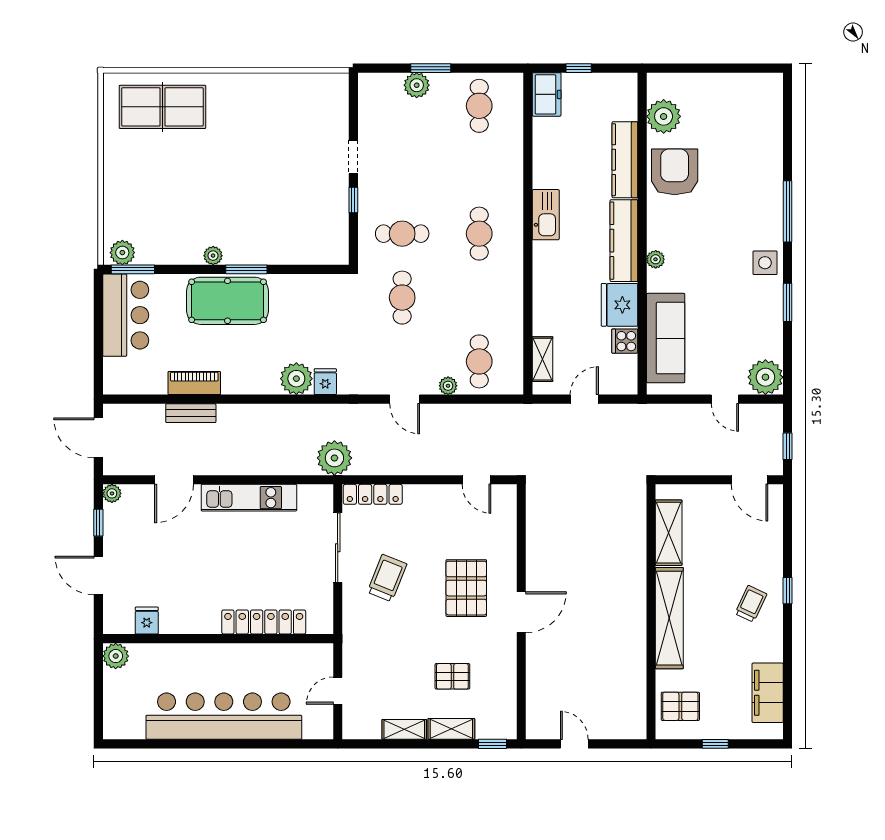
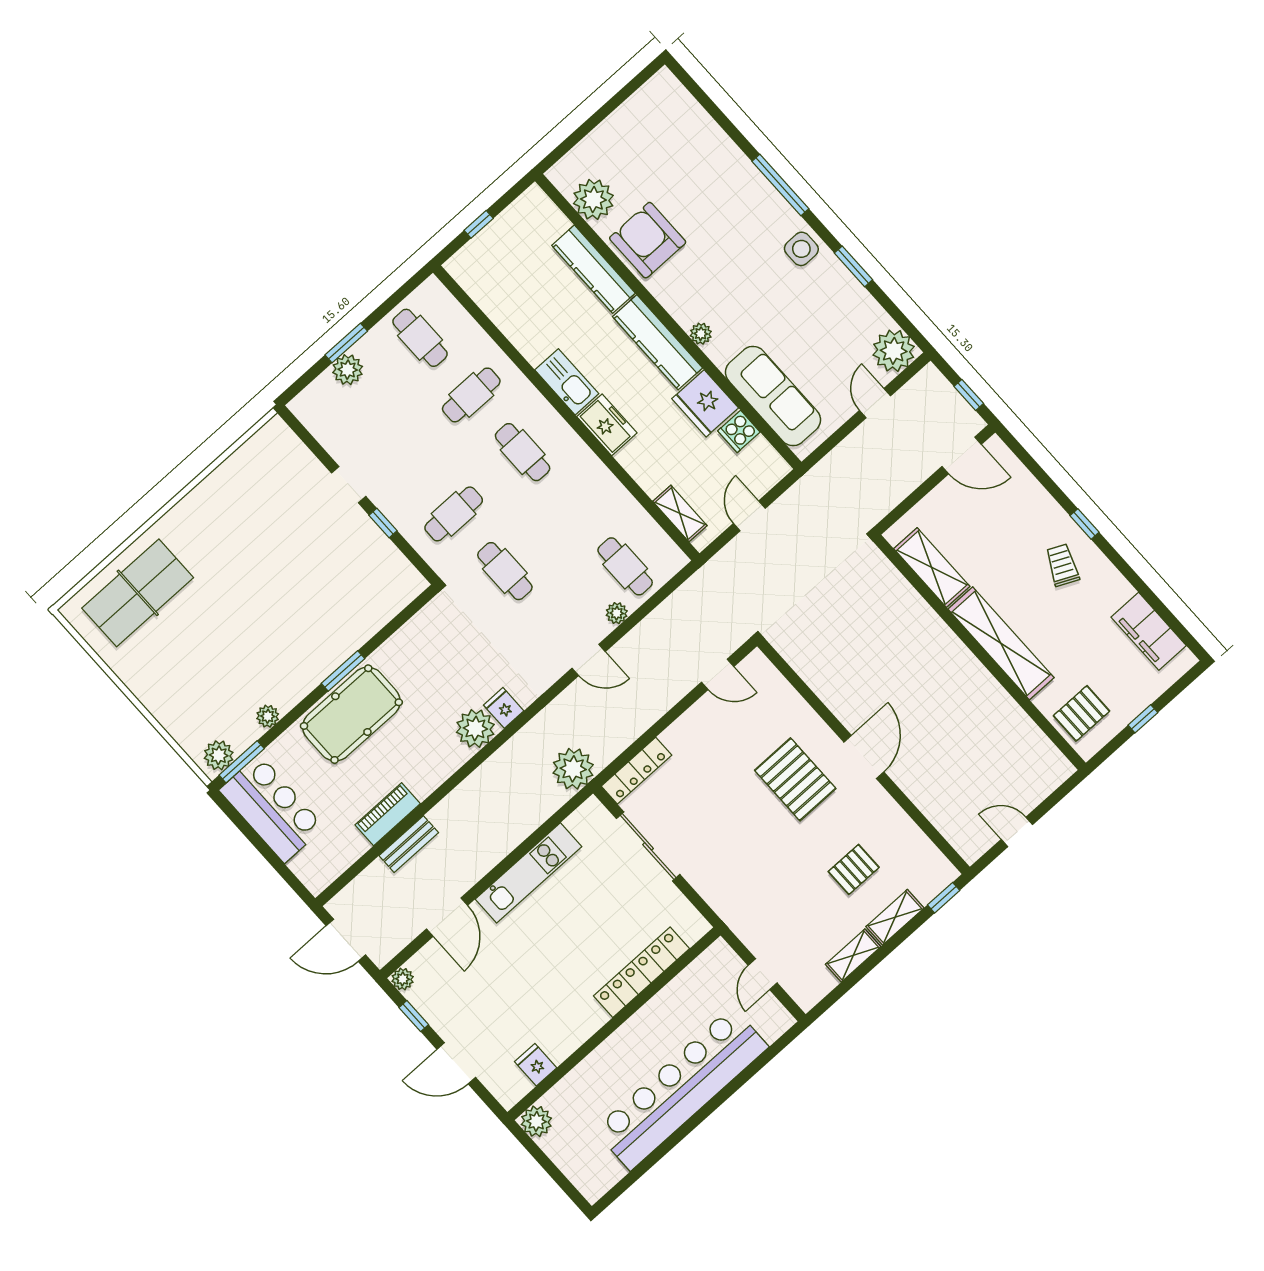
freezer: (547, 94) -> (607, 425), moved
cafe table: (479, 170) -> (471, 395), added
plant: (213, 256) -> (268, 716), moved
door: (725, 399) -> (875, 403), swing flipped
trolley: (387, 578) -> (716, 834), removed

